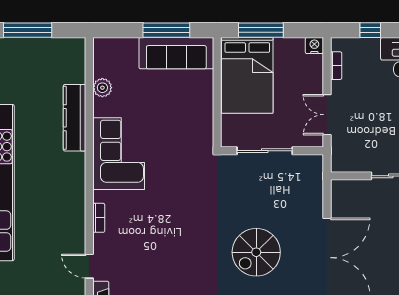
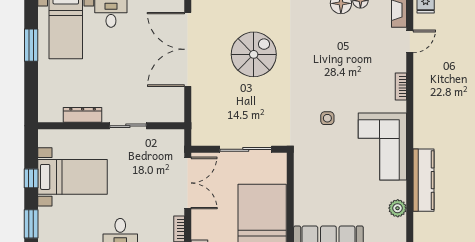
double door: (327, 115) -> (188, 183), width x1.37
side table: (177, 184) -> (327, 118), added
door: (89, 266) -> (410, 41), hinge flipped

